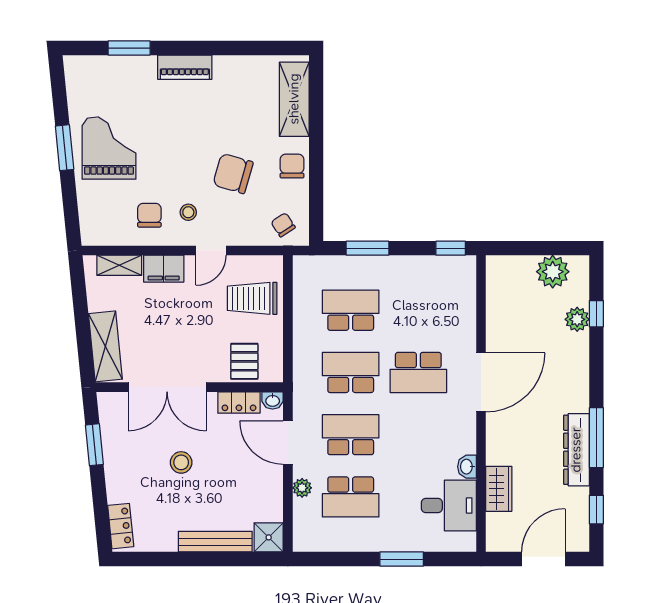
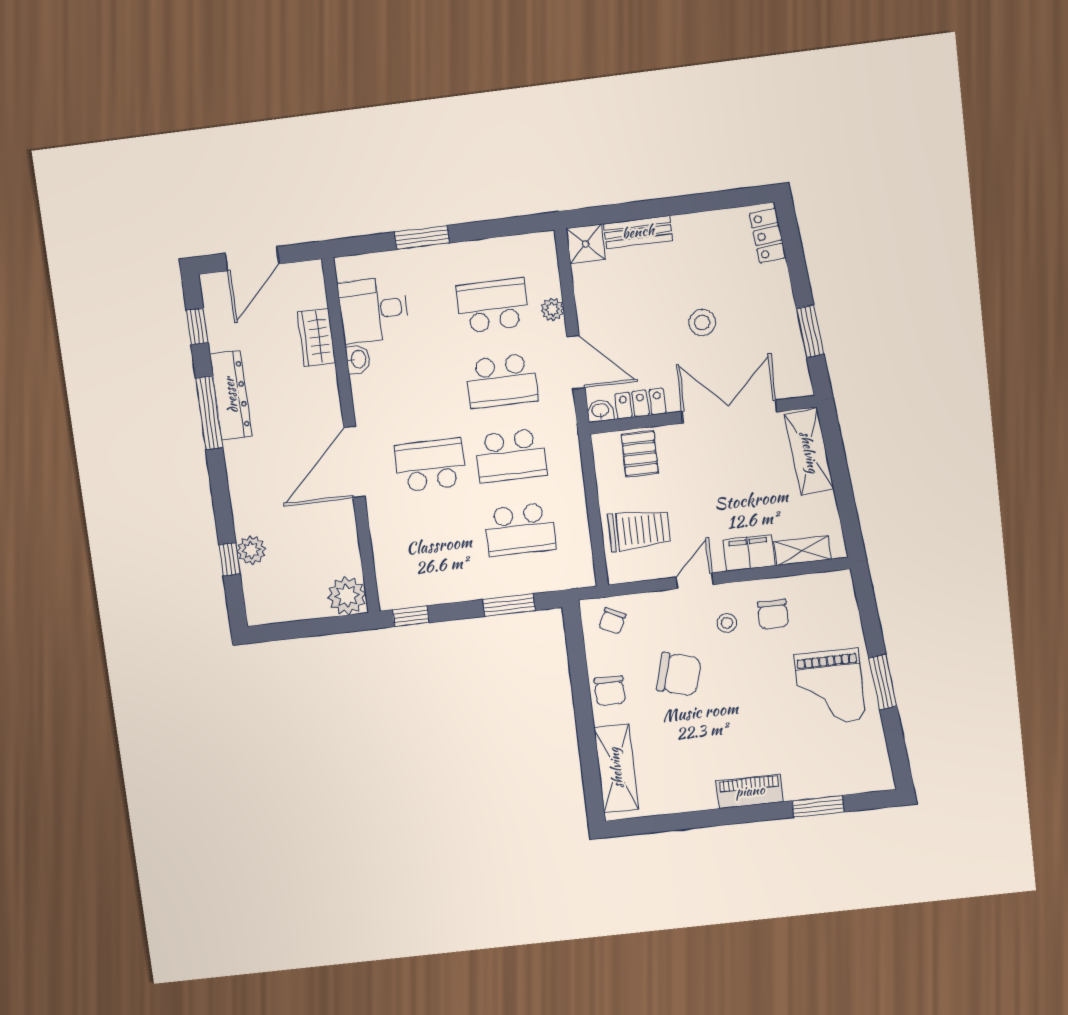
chair: (283, 225) -> (612, 621), turned 59
plant: (553, 272) -> (347, 596), moved
bench: (215, 542) -> (638, 232), width x0.73

